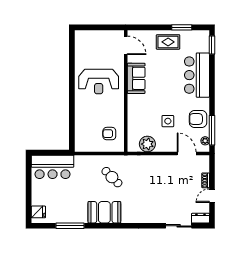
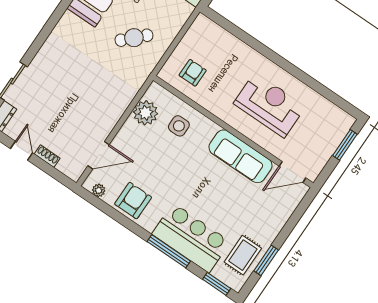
window: (93, 27) -> (345, 145), added
rug: (168, 42) -> (243, 255), moved
sofa: (136, 78) -> (240, 156), width x1.36
reception desk: (99, 81) -> (270, 105), turned 90
side table: (168, 121) -> (179, 126), moved
window: (212, 130) -> (169, 251), moved

